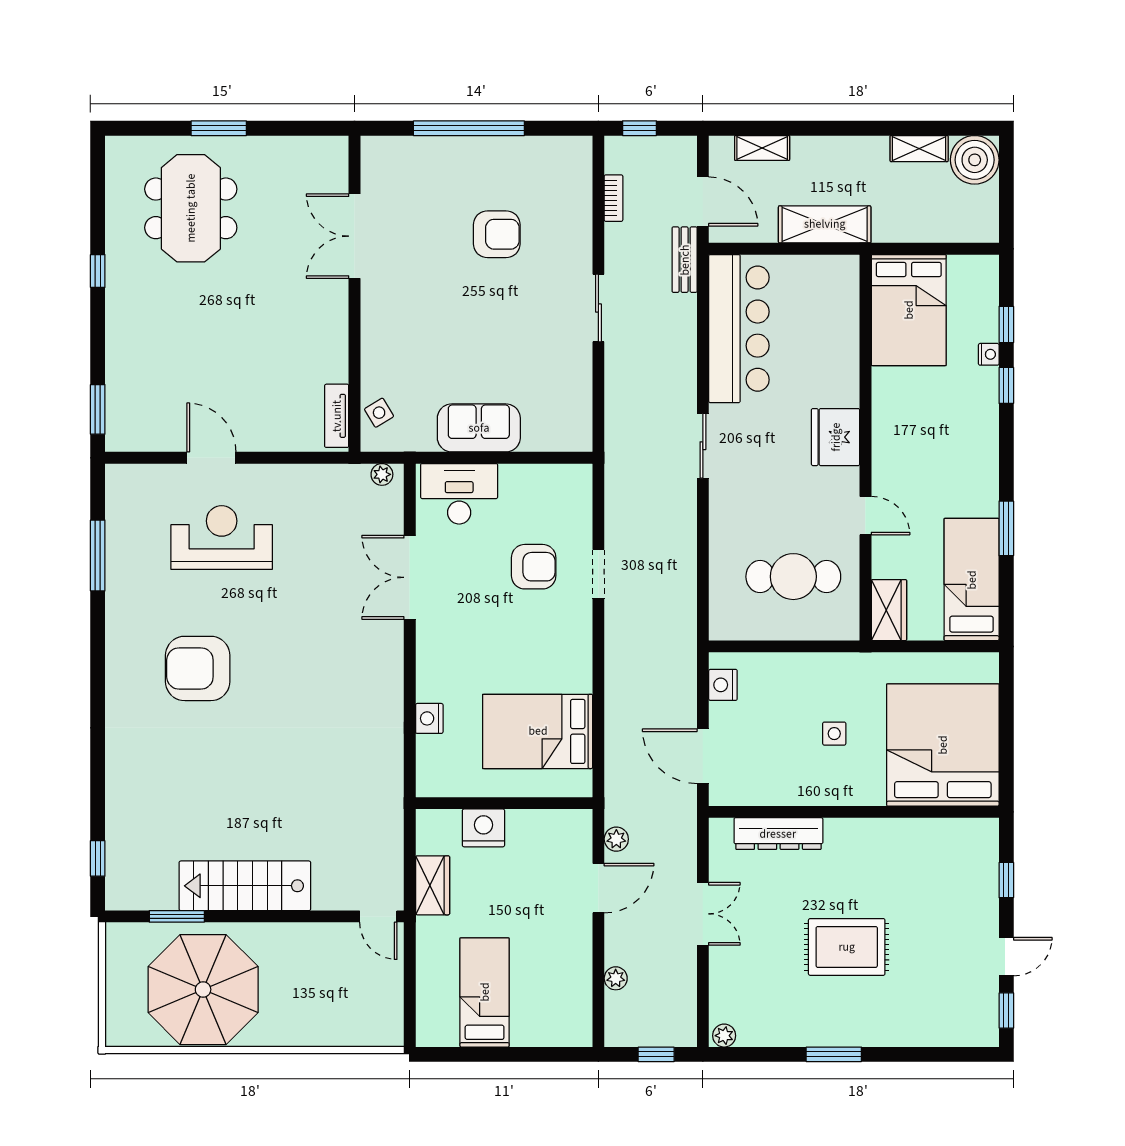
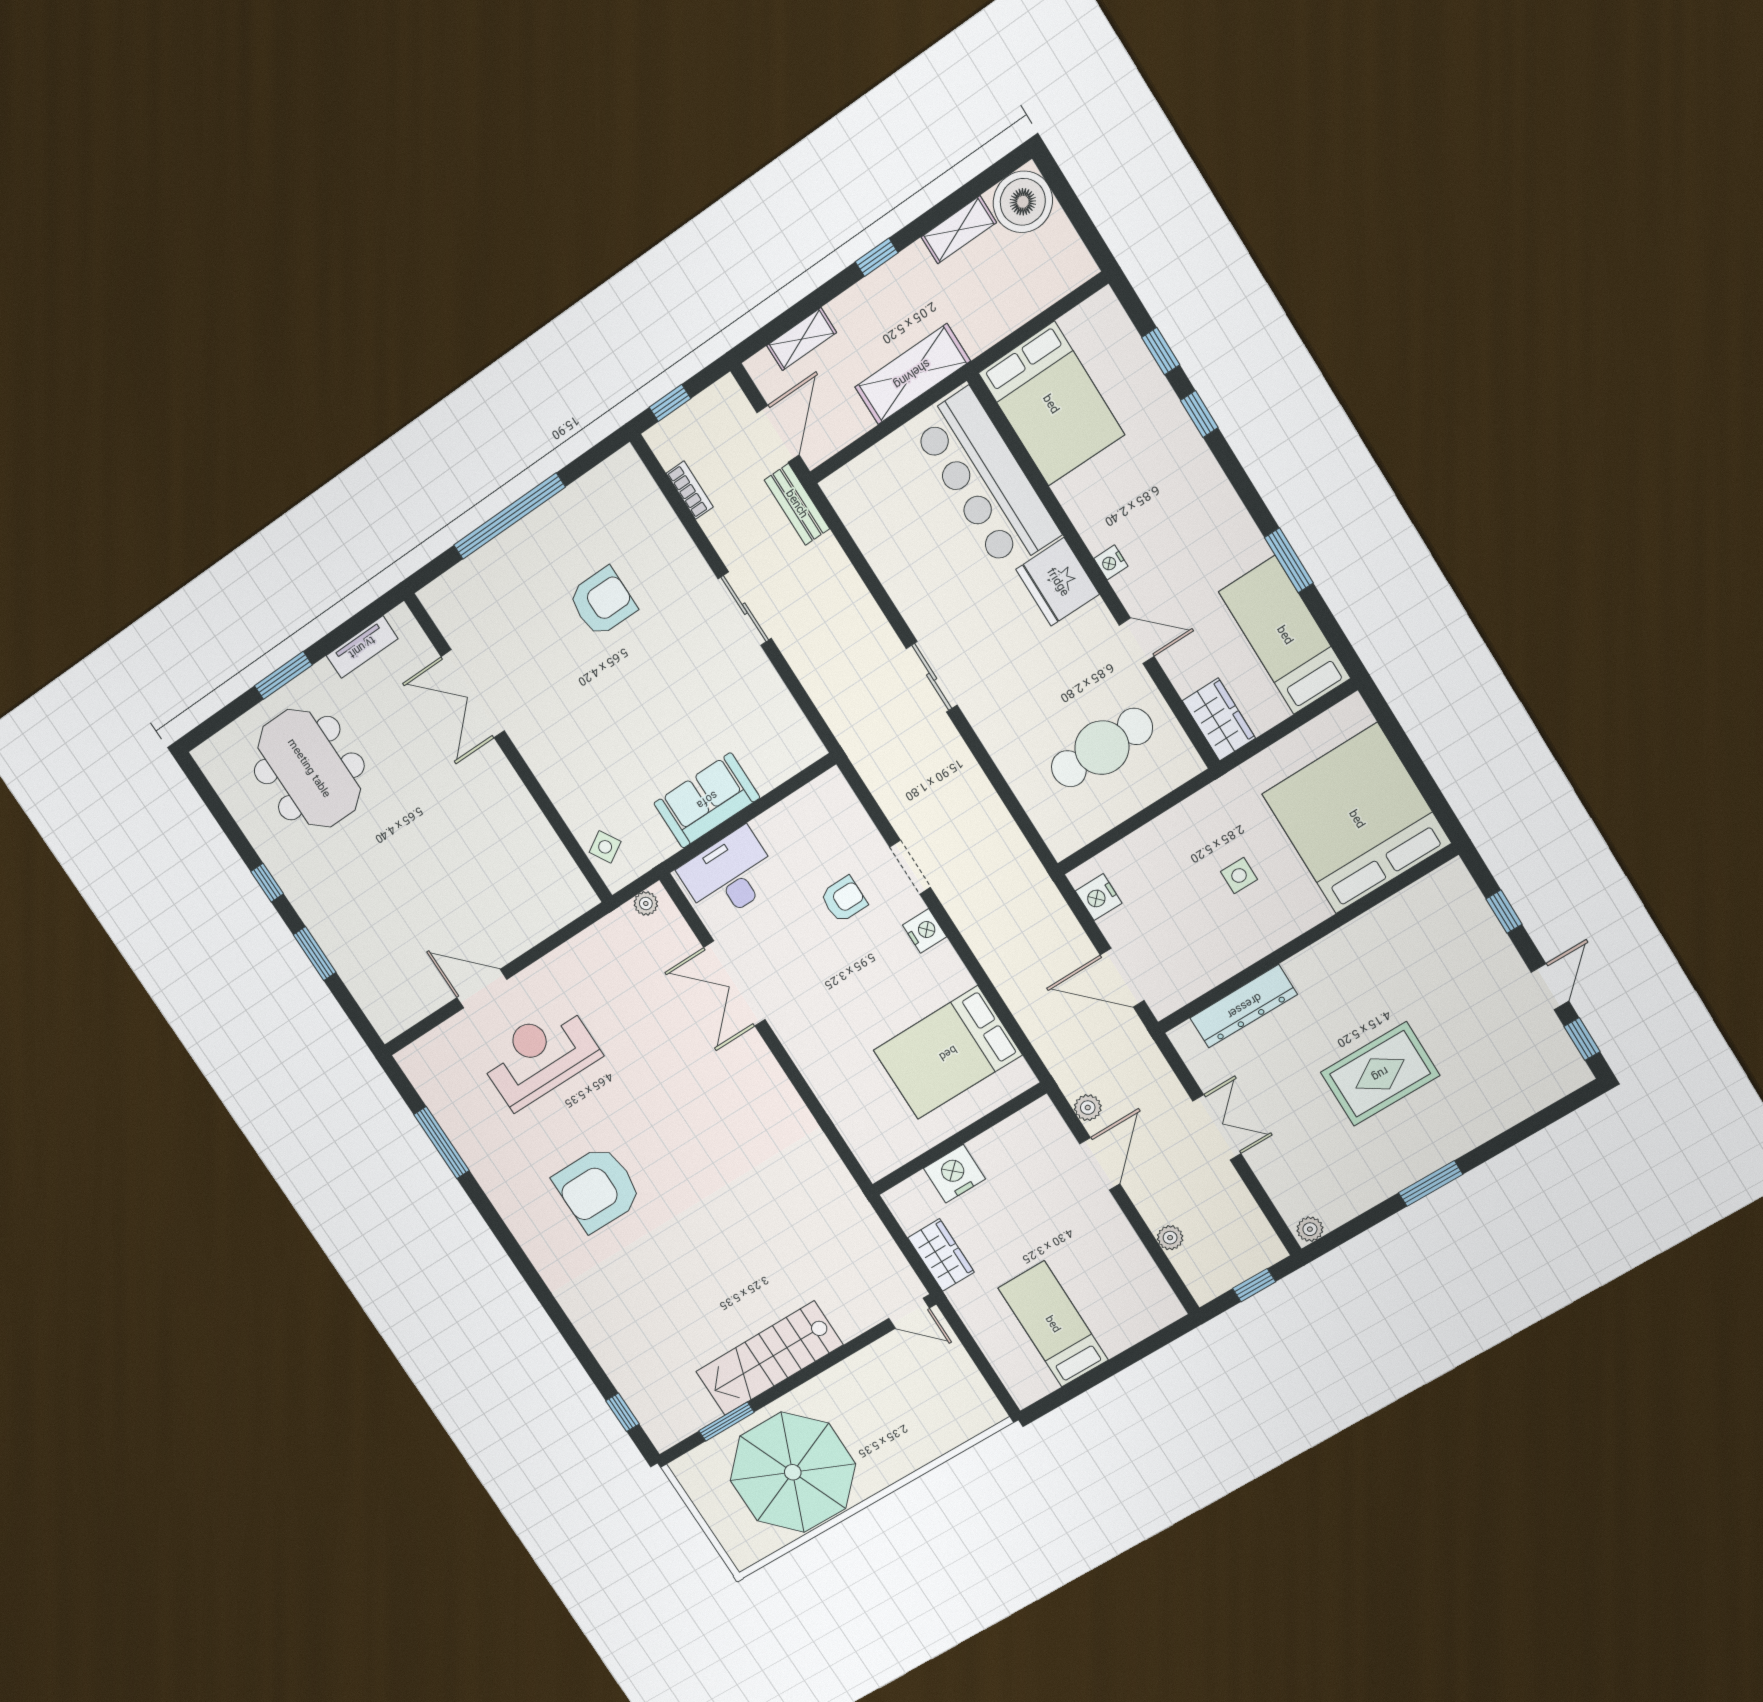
window: (851, 128) -> (877, 257), added
door: (703, 202) -> (778, 434), hinge flipped
bar counter: (739, 329) -> (986, 480), moved, turned 180
nightstand: (989, 354) -> (1111, 562), moved, turned 180
window: (98, 409) -> (315, 954), moved
tv unit: (337, 416) -> (362, 647), moved, turned -90
armchair: (534, 567) -> (844, 899), width x0.72, depth x0.72
nightstand: (429, 718) -> (925, 931), moved, turned 180

